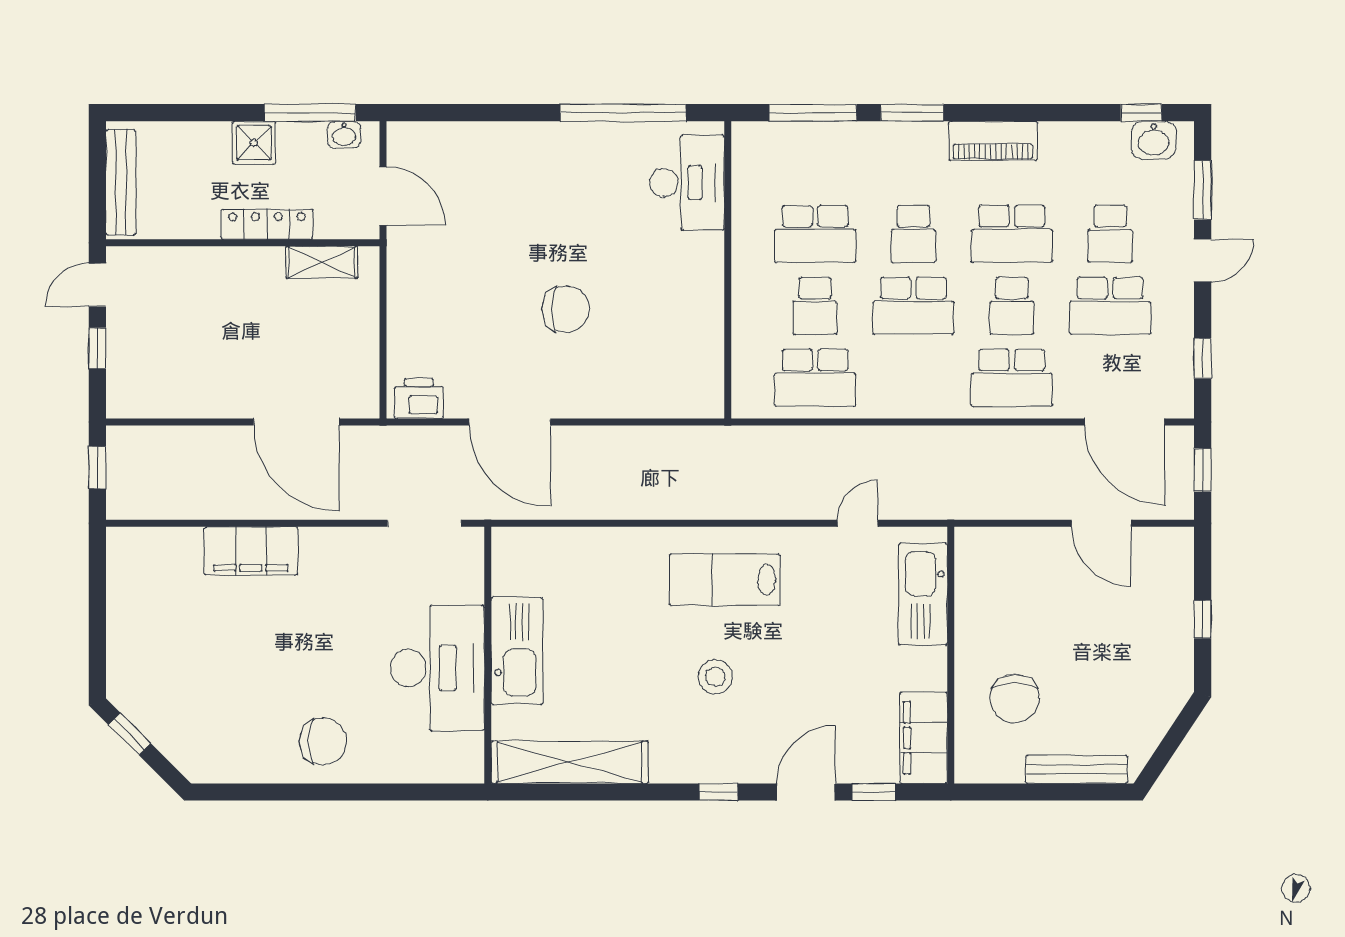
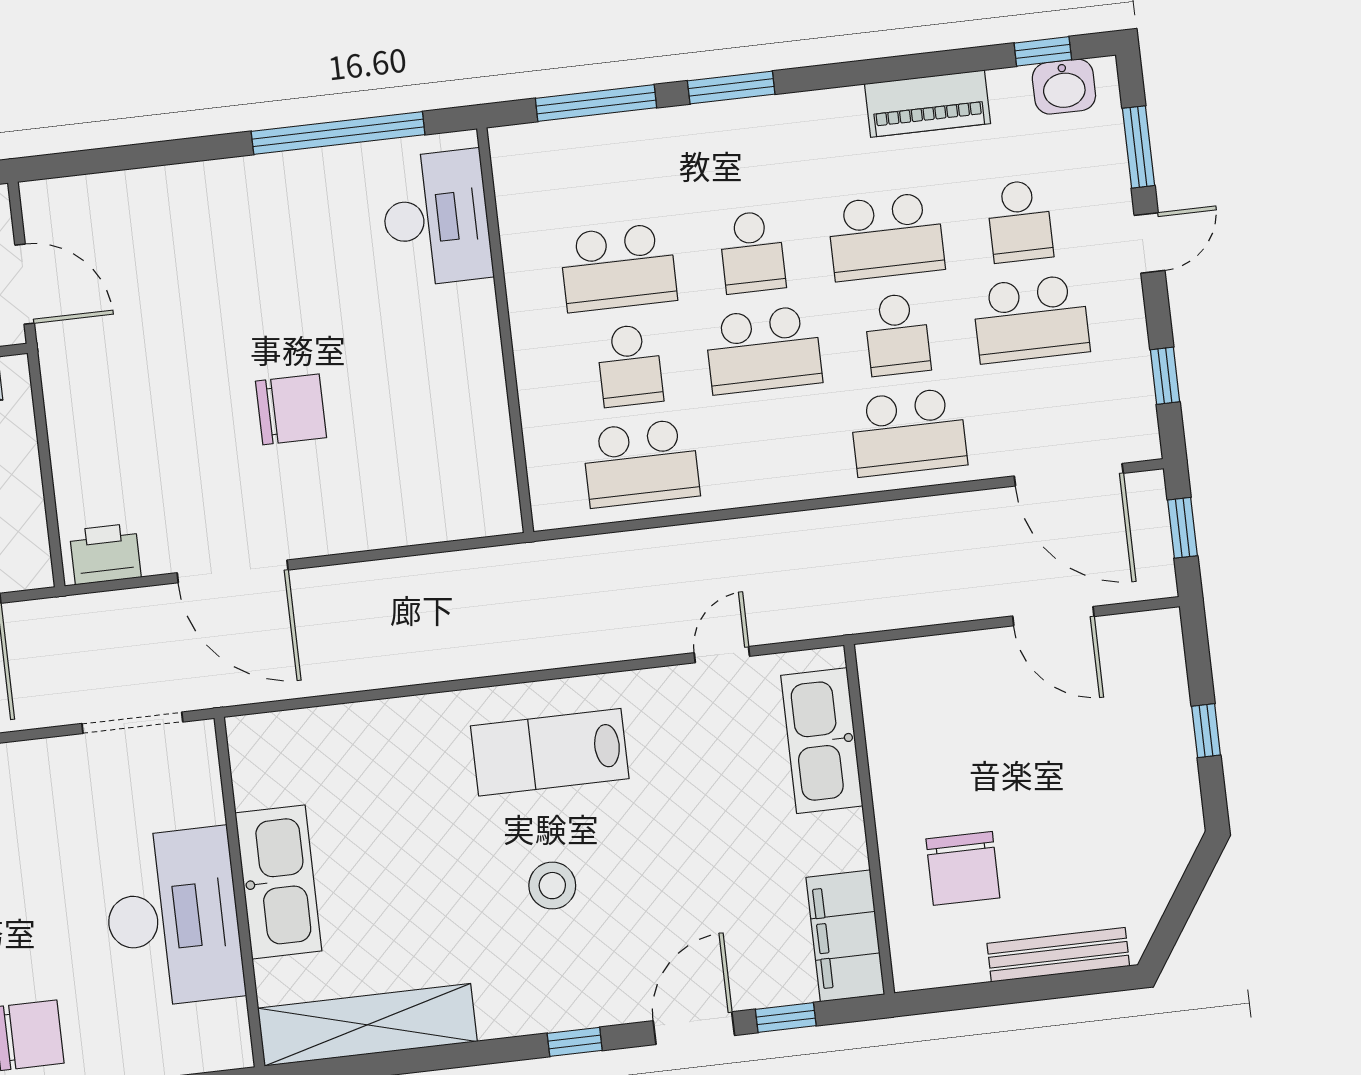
piano: (993, 141) -> (927, 104), moved

